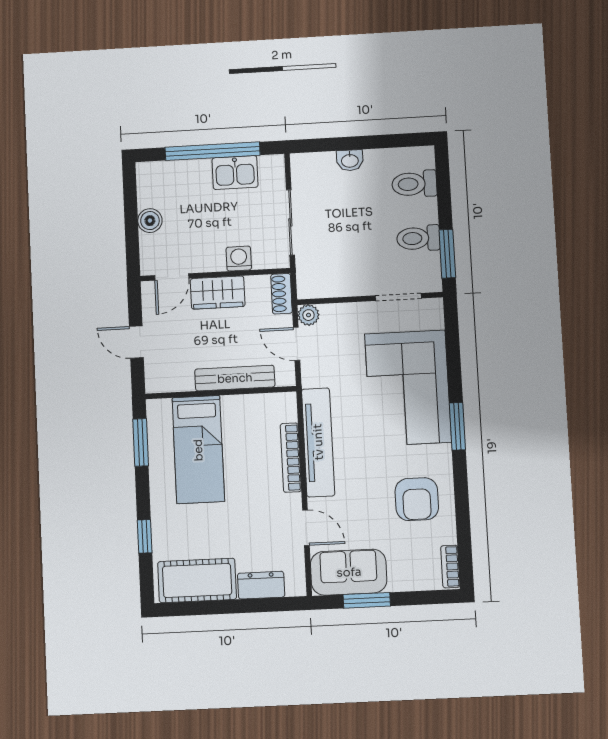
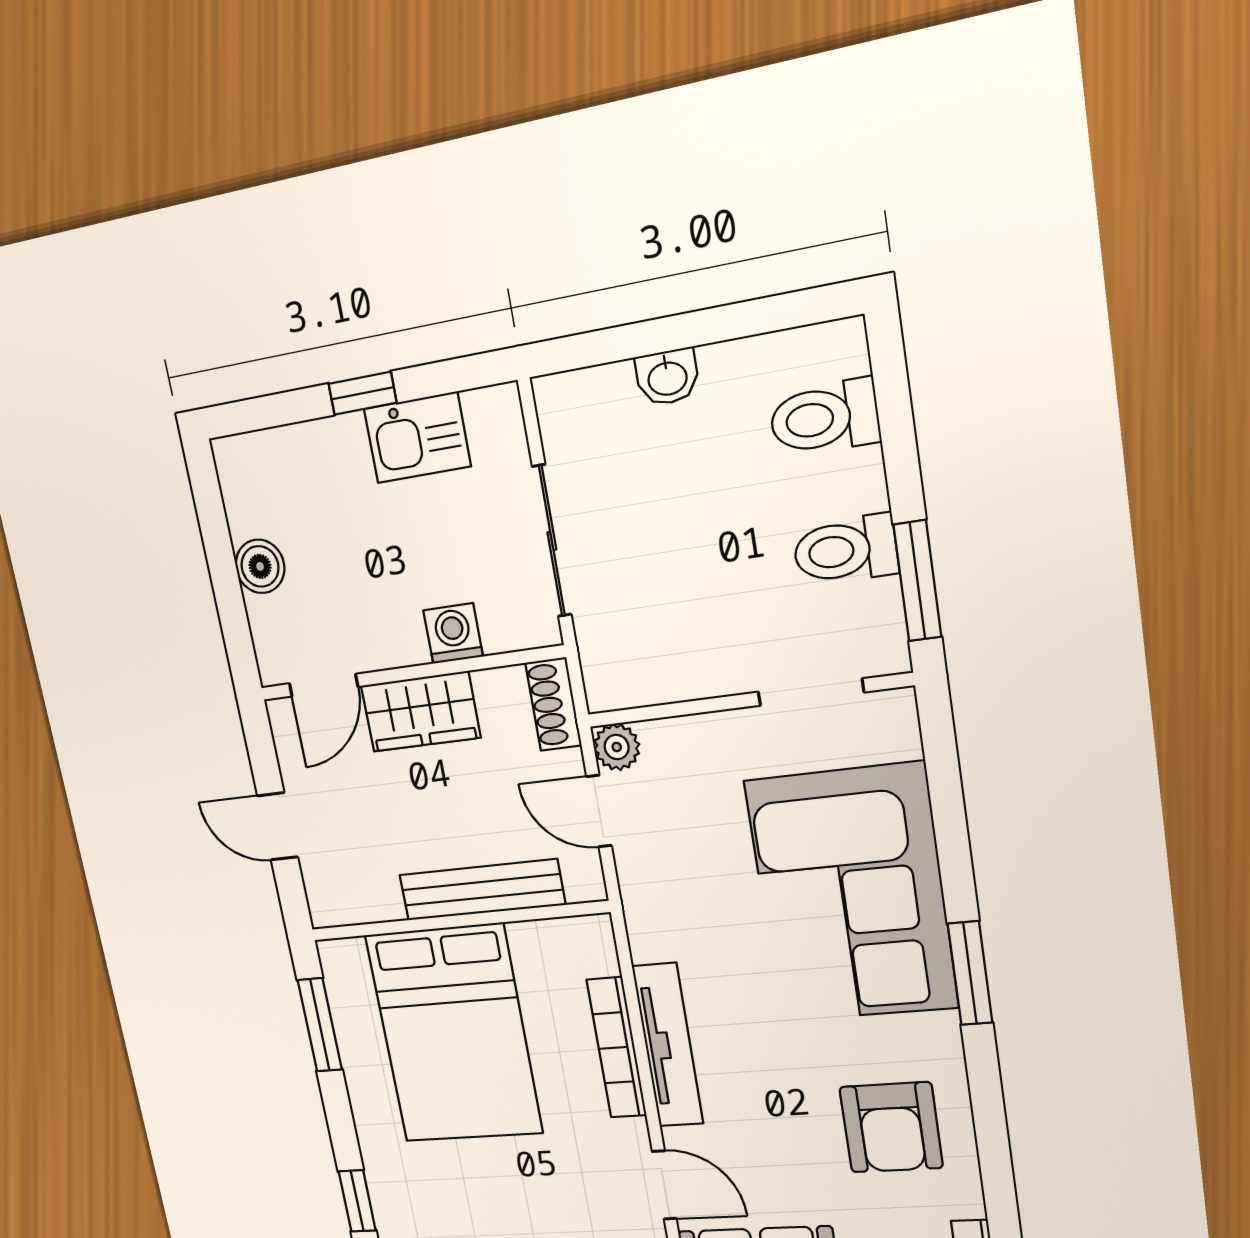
window: (213, 151) -> (362, 393), width x0.32
tv unit: (318, 442) -> (668, 1045), width x0.73, depth x0.78
bed: (198, 450) -> (454, 1034), width x1.50

